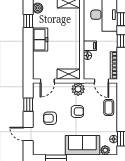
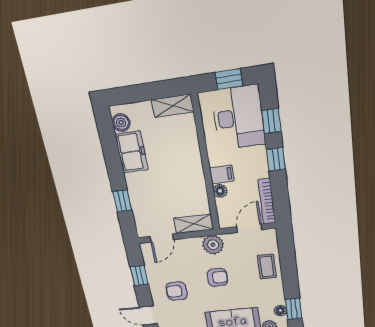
window: (28, 21) -> (122, 201), moved
freezer: (40, 40) -> (132, 152), moved
door: (101, 81) -> (249, 228), swing flipped

